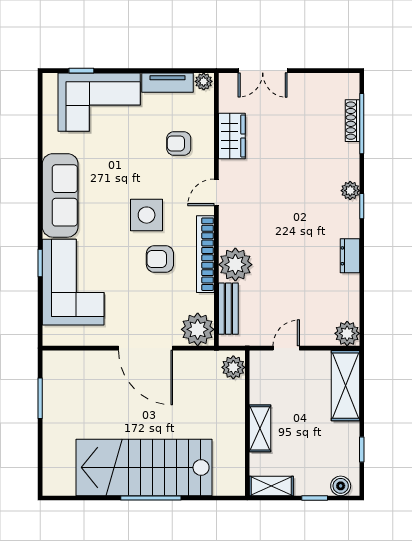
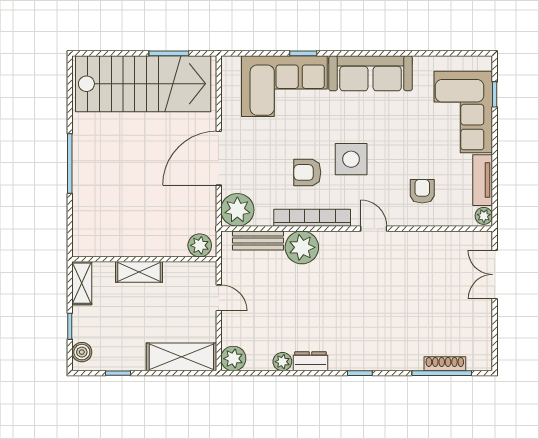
wardrobe: (232, 136) -> (430, 244), removed
plant: (350, 191) -> (282, 362), moved
armchair: (160, 259) -> (307, 172), turned -90
stairs: (144, 467) -> (143, 84), moved, turned 90

